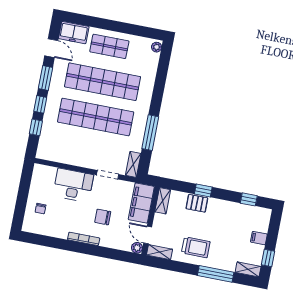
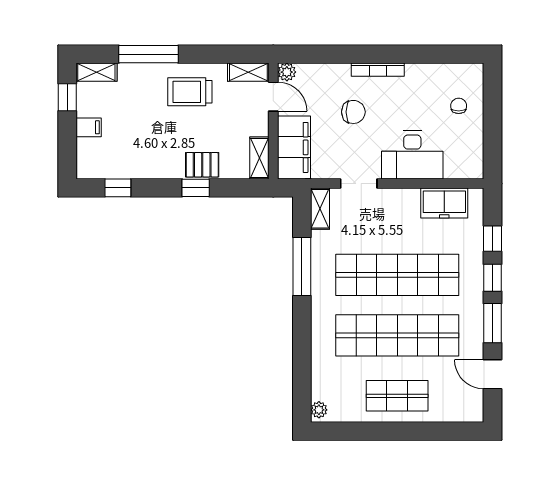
freezer: (74, 33) -> (444, 203), moved, turned 180

